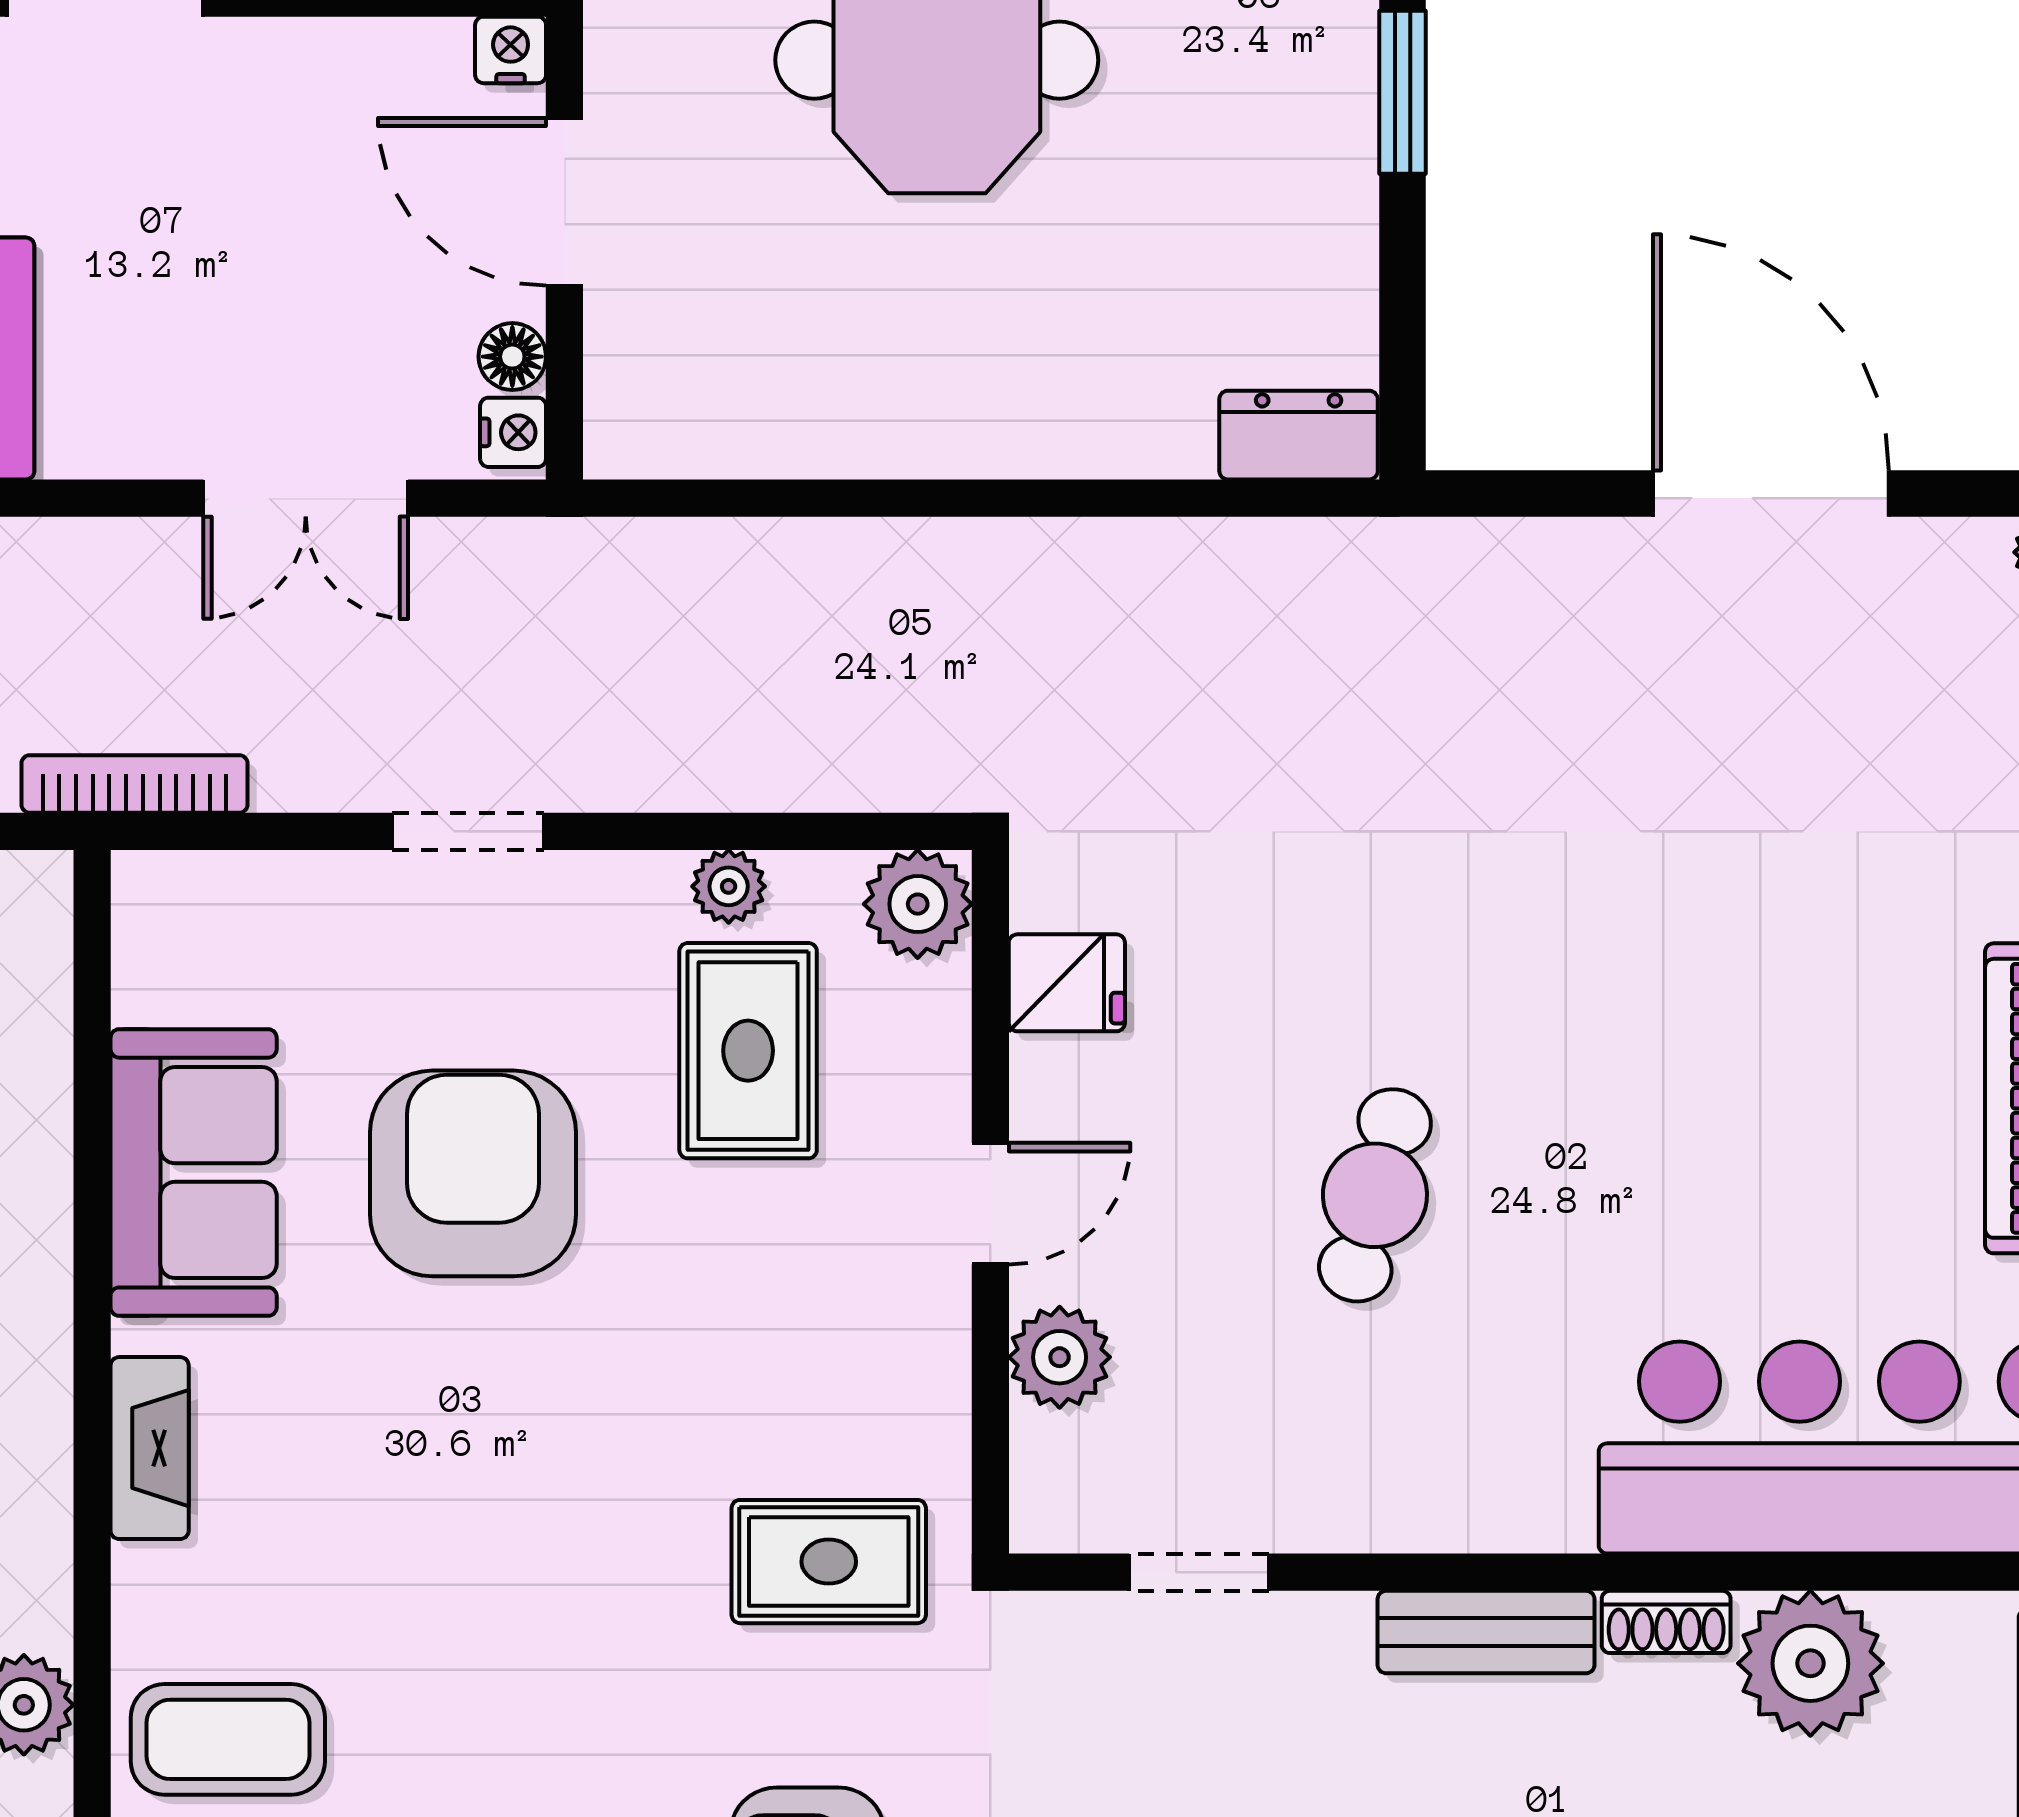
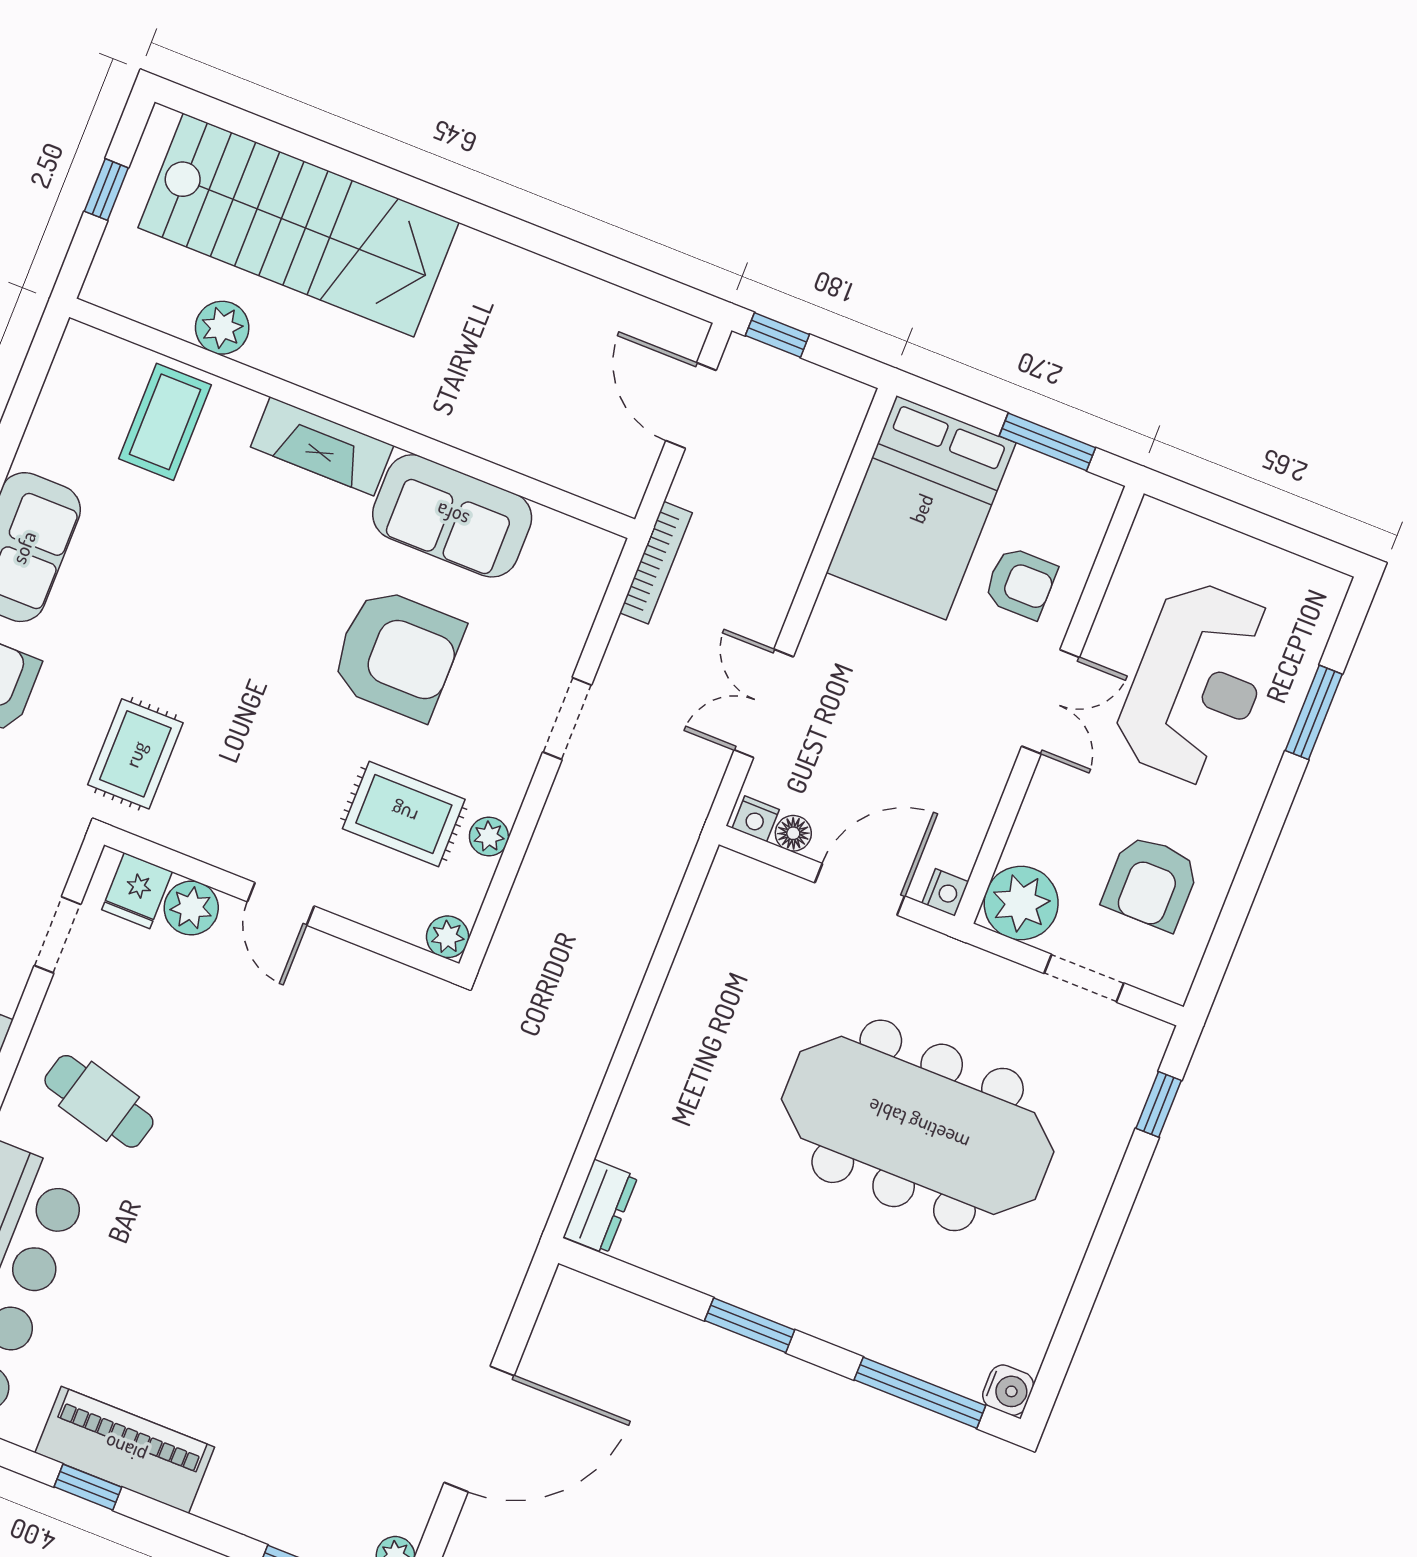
plant: (918, 904) -> (448, 937), width x0.73, depth x0.73
fridge: (1067, 983) -> (137, 891), moved
cafe table: (1375, 1195) -> (99, 1101), moved
fireplace: (150, 1448) -> (322, 446), width x1.37, depth x1.32

